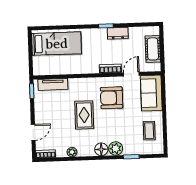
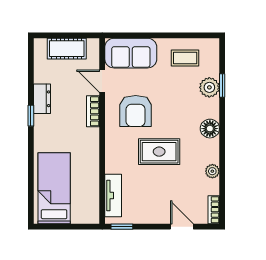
plant: (116, 148) -> (209, 87), moved

